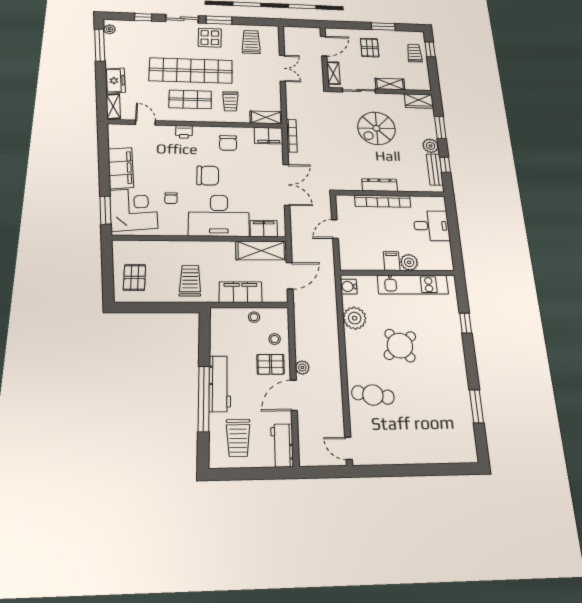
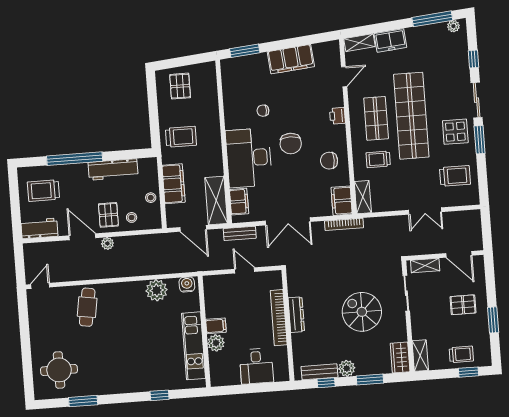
shelving: (390, 84) -> (420, 356), moved
corner desk: (134, 209) -> (248, 77), removed
bench: (297, 231) -> (240, 233), added
pallet: (135, 277) -> (180, 86), turned 90
round table: (400, 346) -> (59, 370), moved, turned 38
workbench: (220, 384) -> (113, 169), moved

